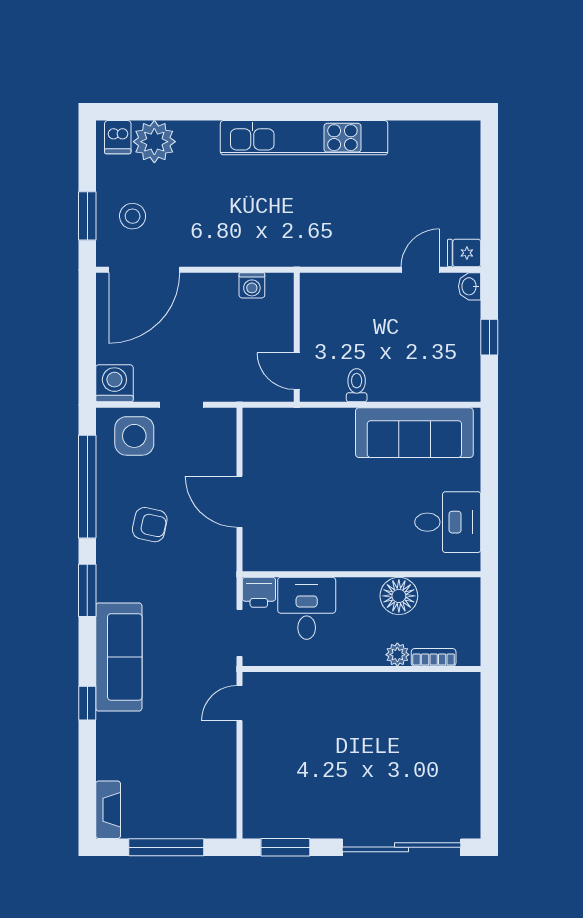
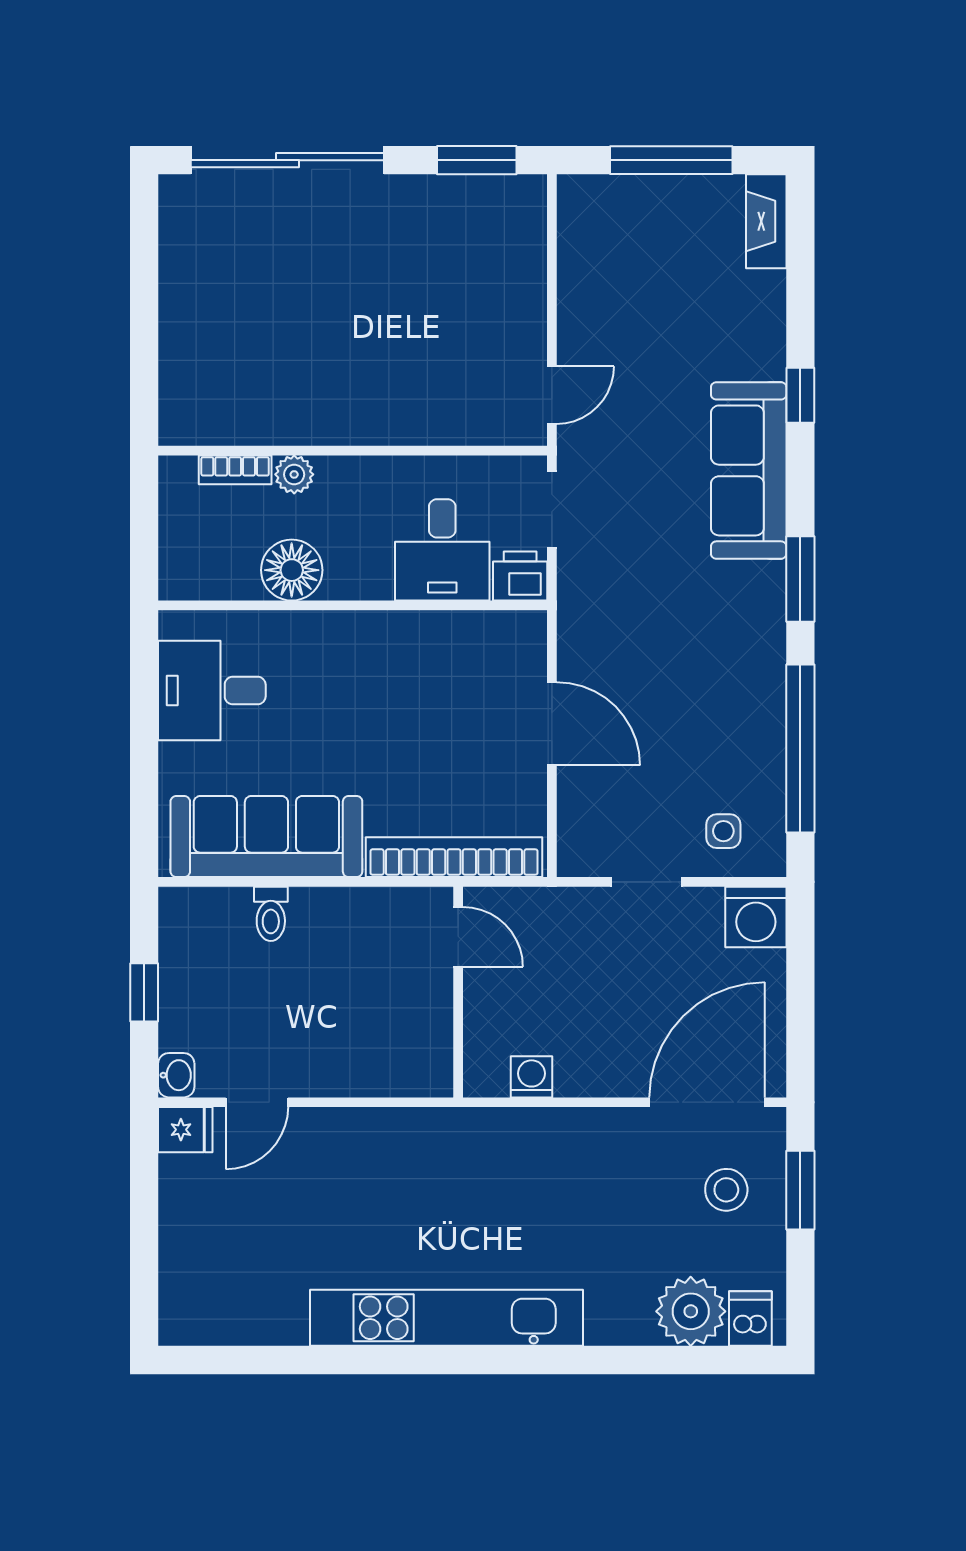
toilet: (357, 385) -> (271, 914), moved
bookcase: (299, 420) -> (454, 857), added
side table: (134, 436) -> (723, 831), width x0.54, depth x0.54
armchair: (150, 525) -> (698, 686), removed

